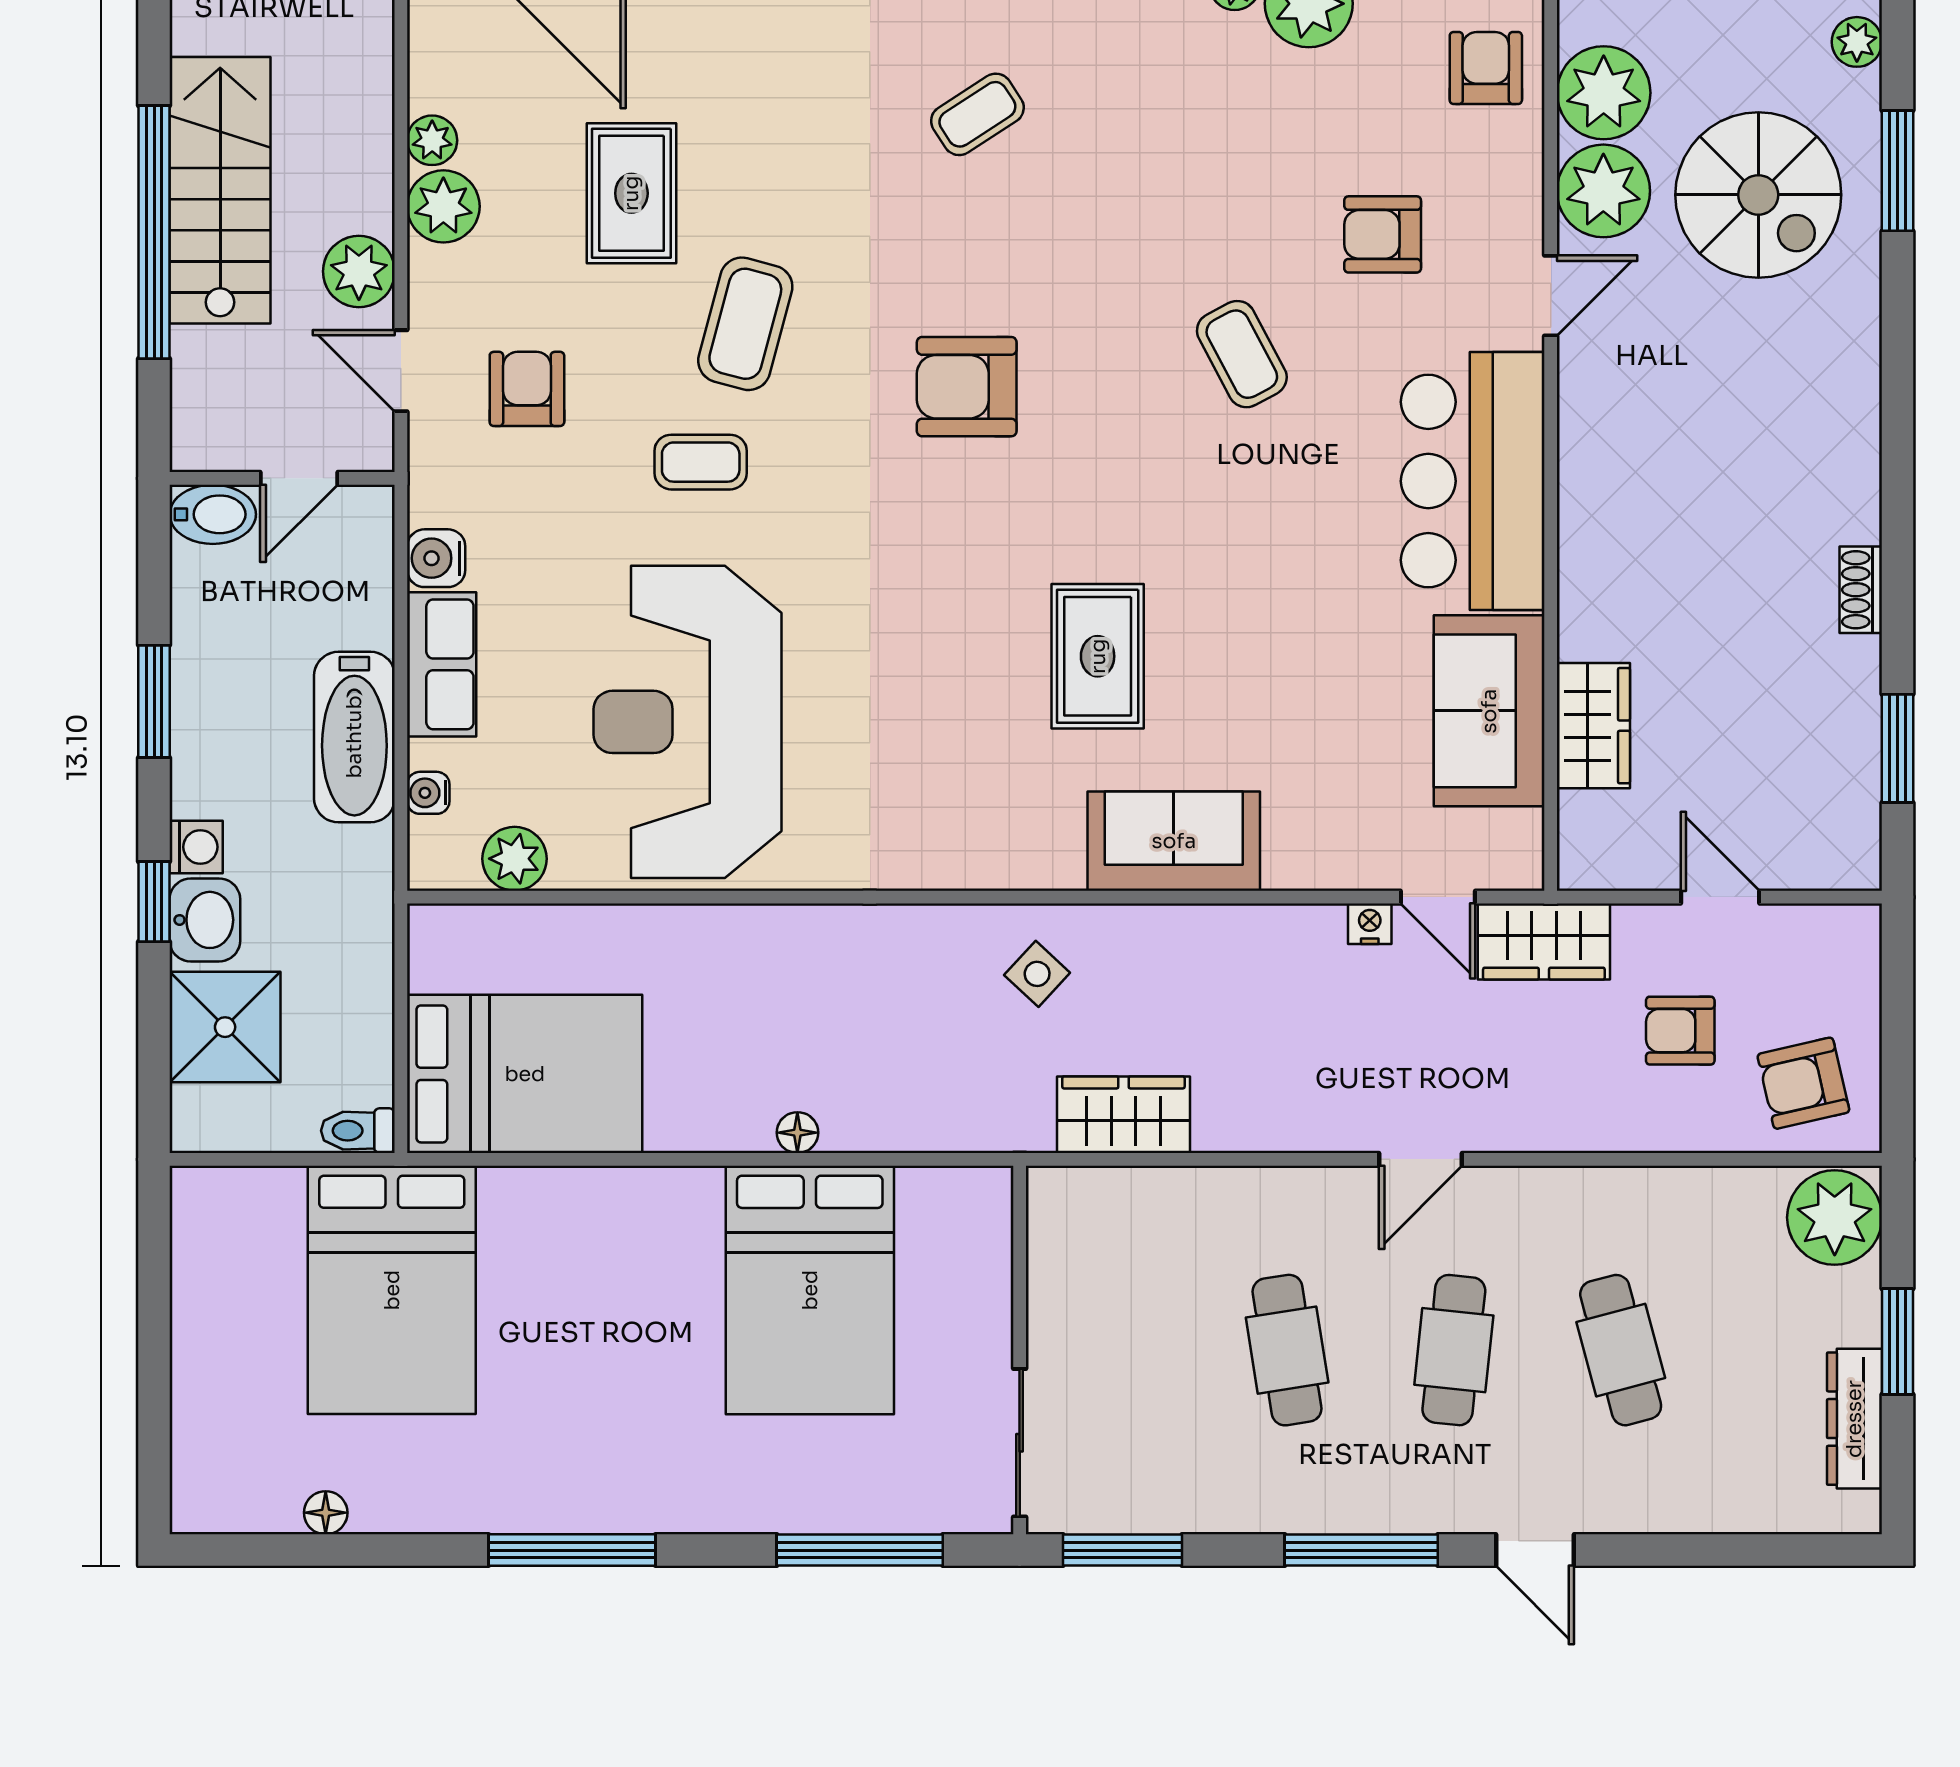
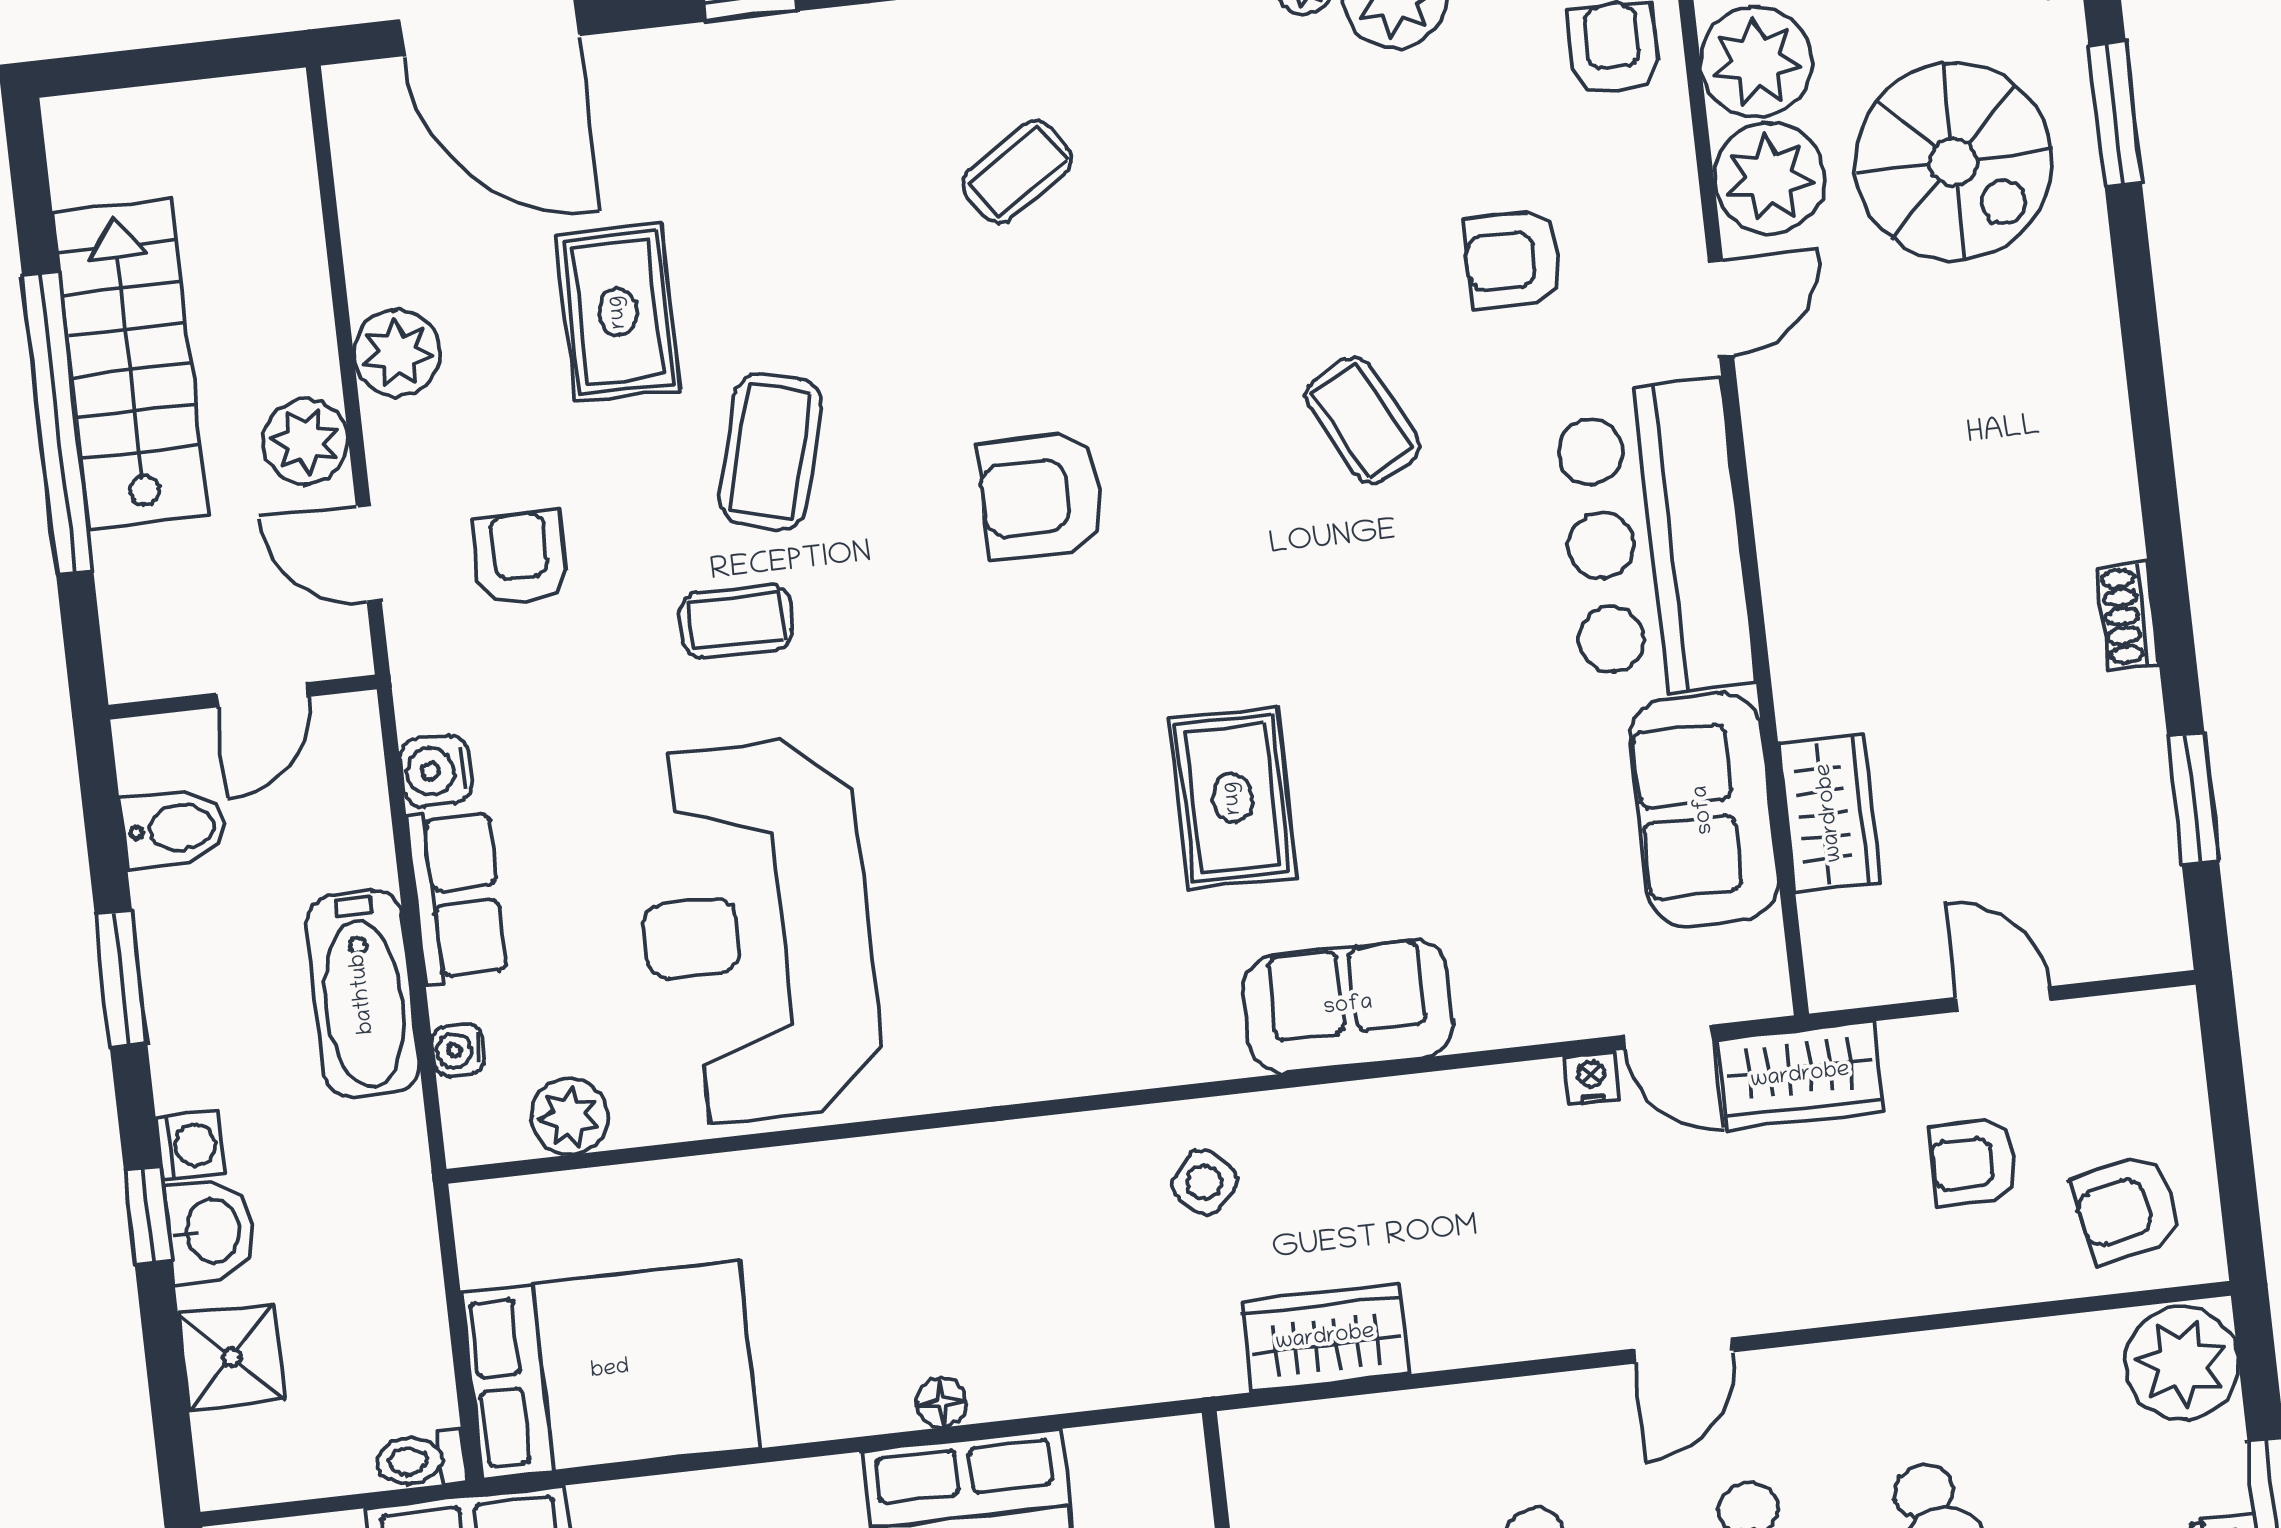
plant: (432, 140) -> (375, 276), removed
bidet: (213, 514) -> (174, 828), moved
shower: (225, 1027) -> (232, 1357), width x0.73, depth x0.73

